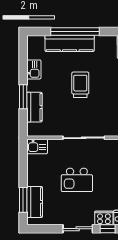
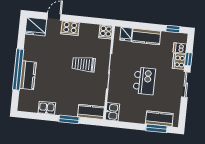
kitchen counter: (70, 43) -> (28, 75), width x0.67
trolley: (80, 85) -> (84, 64), moved
kitchen counter: (34, 107) -> (91, 112), moved

